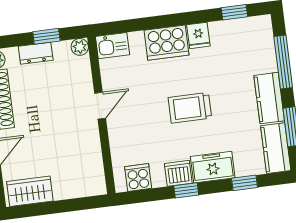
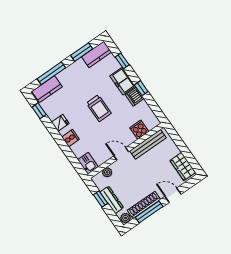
cooker: (166, 43) -> (70, 138), width x0.53, depth x0.76
plant: (80, 47) -> (107, 172), moved
dresser: (36, 53) -> (112, 200), width x1.44
kitchen counter: (269, 98) -> (47, 89), moved
bench: (93, 155) -> (148, 144), added
cooker: (138, 178) -> (139, 130), moved, turned 90

